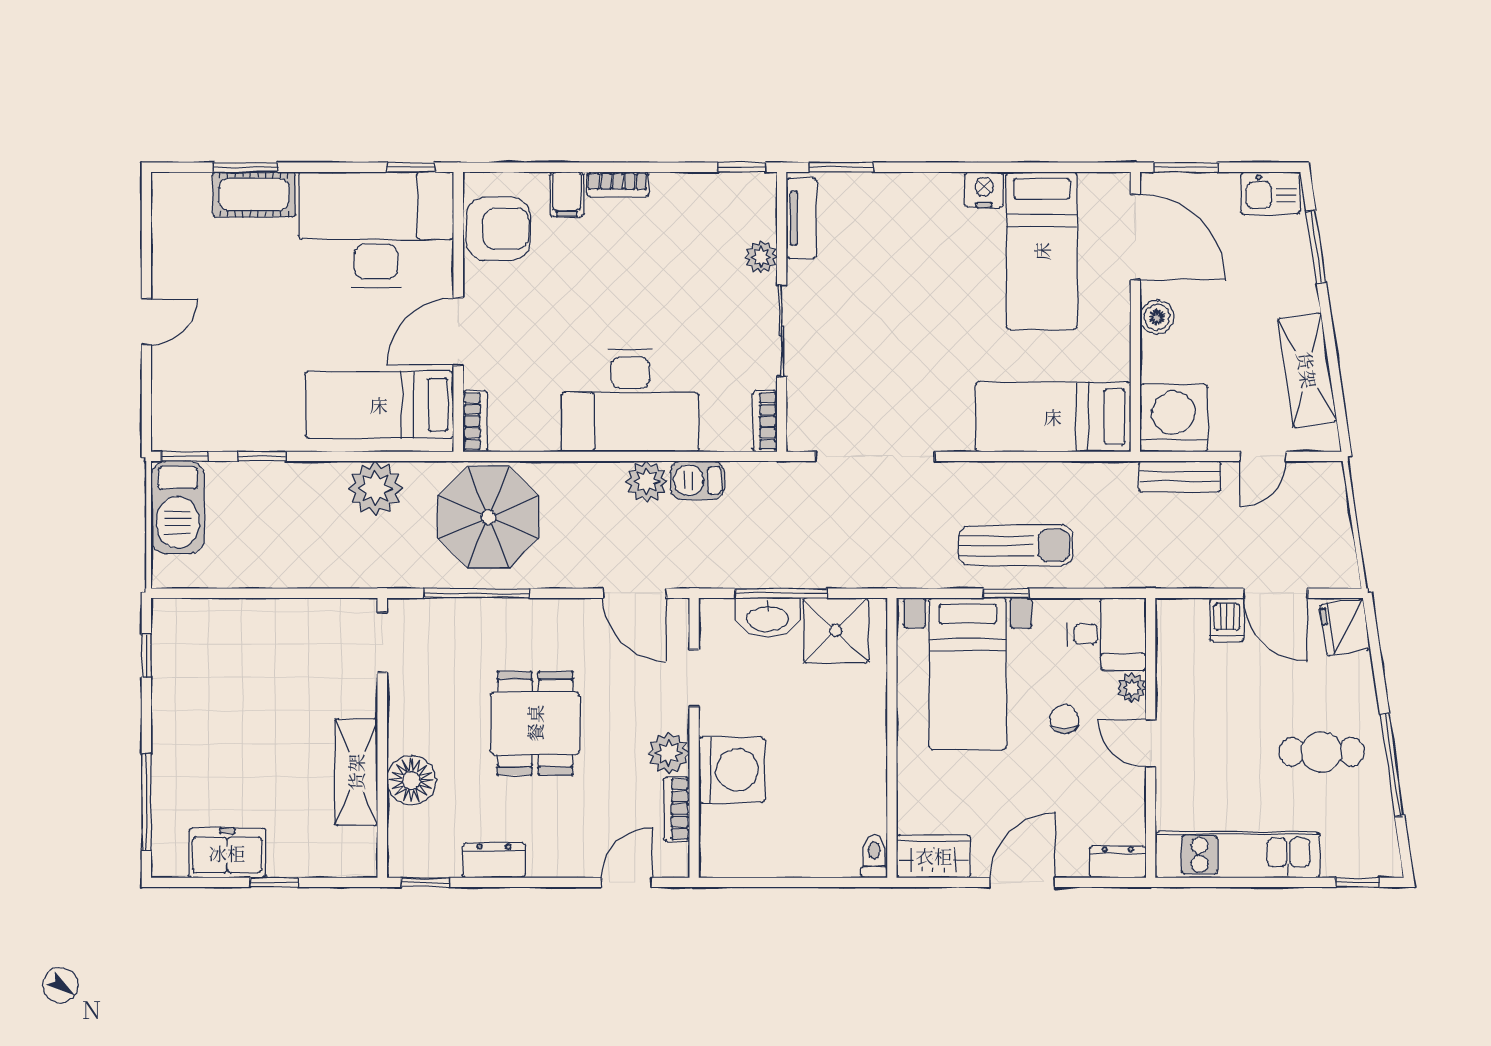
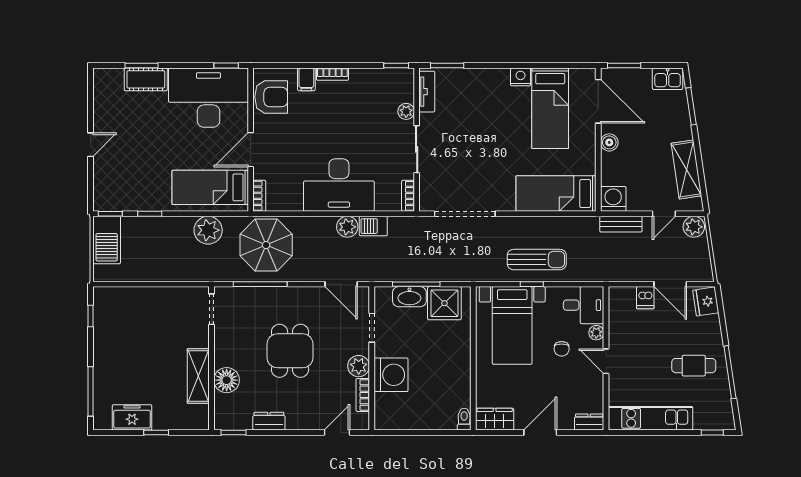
washing machine: (1174, 418) -> (613, 199), width x0.73, depth x0.73
plant: (1322, 482) -> (694, 227), added
chair: (1064, 719) -> (562, 349), turned 180

